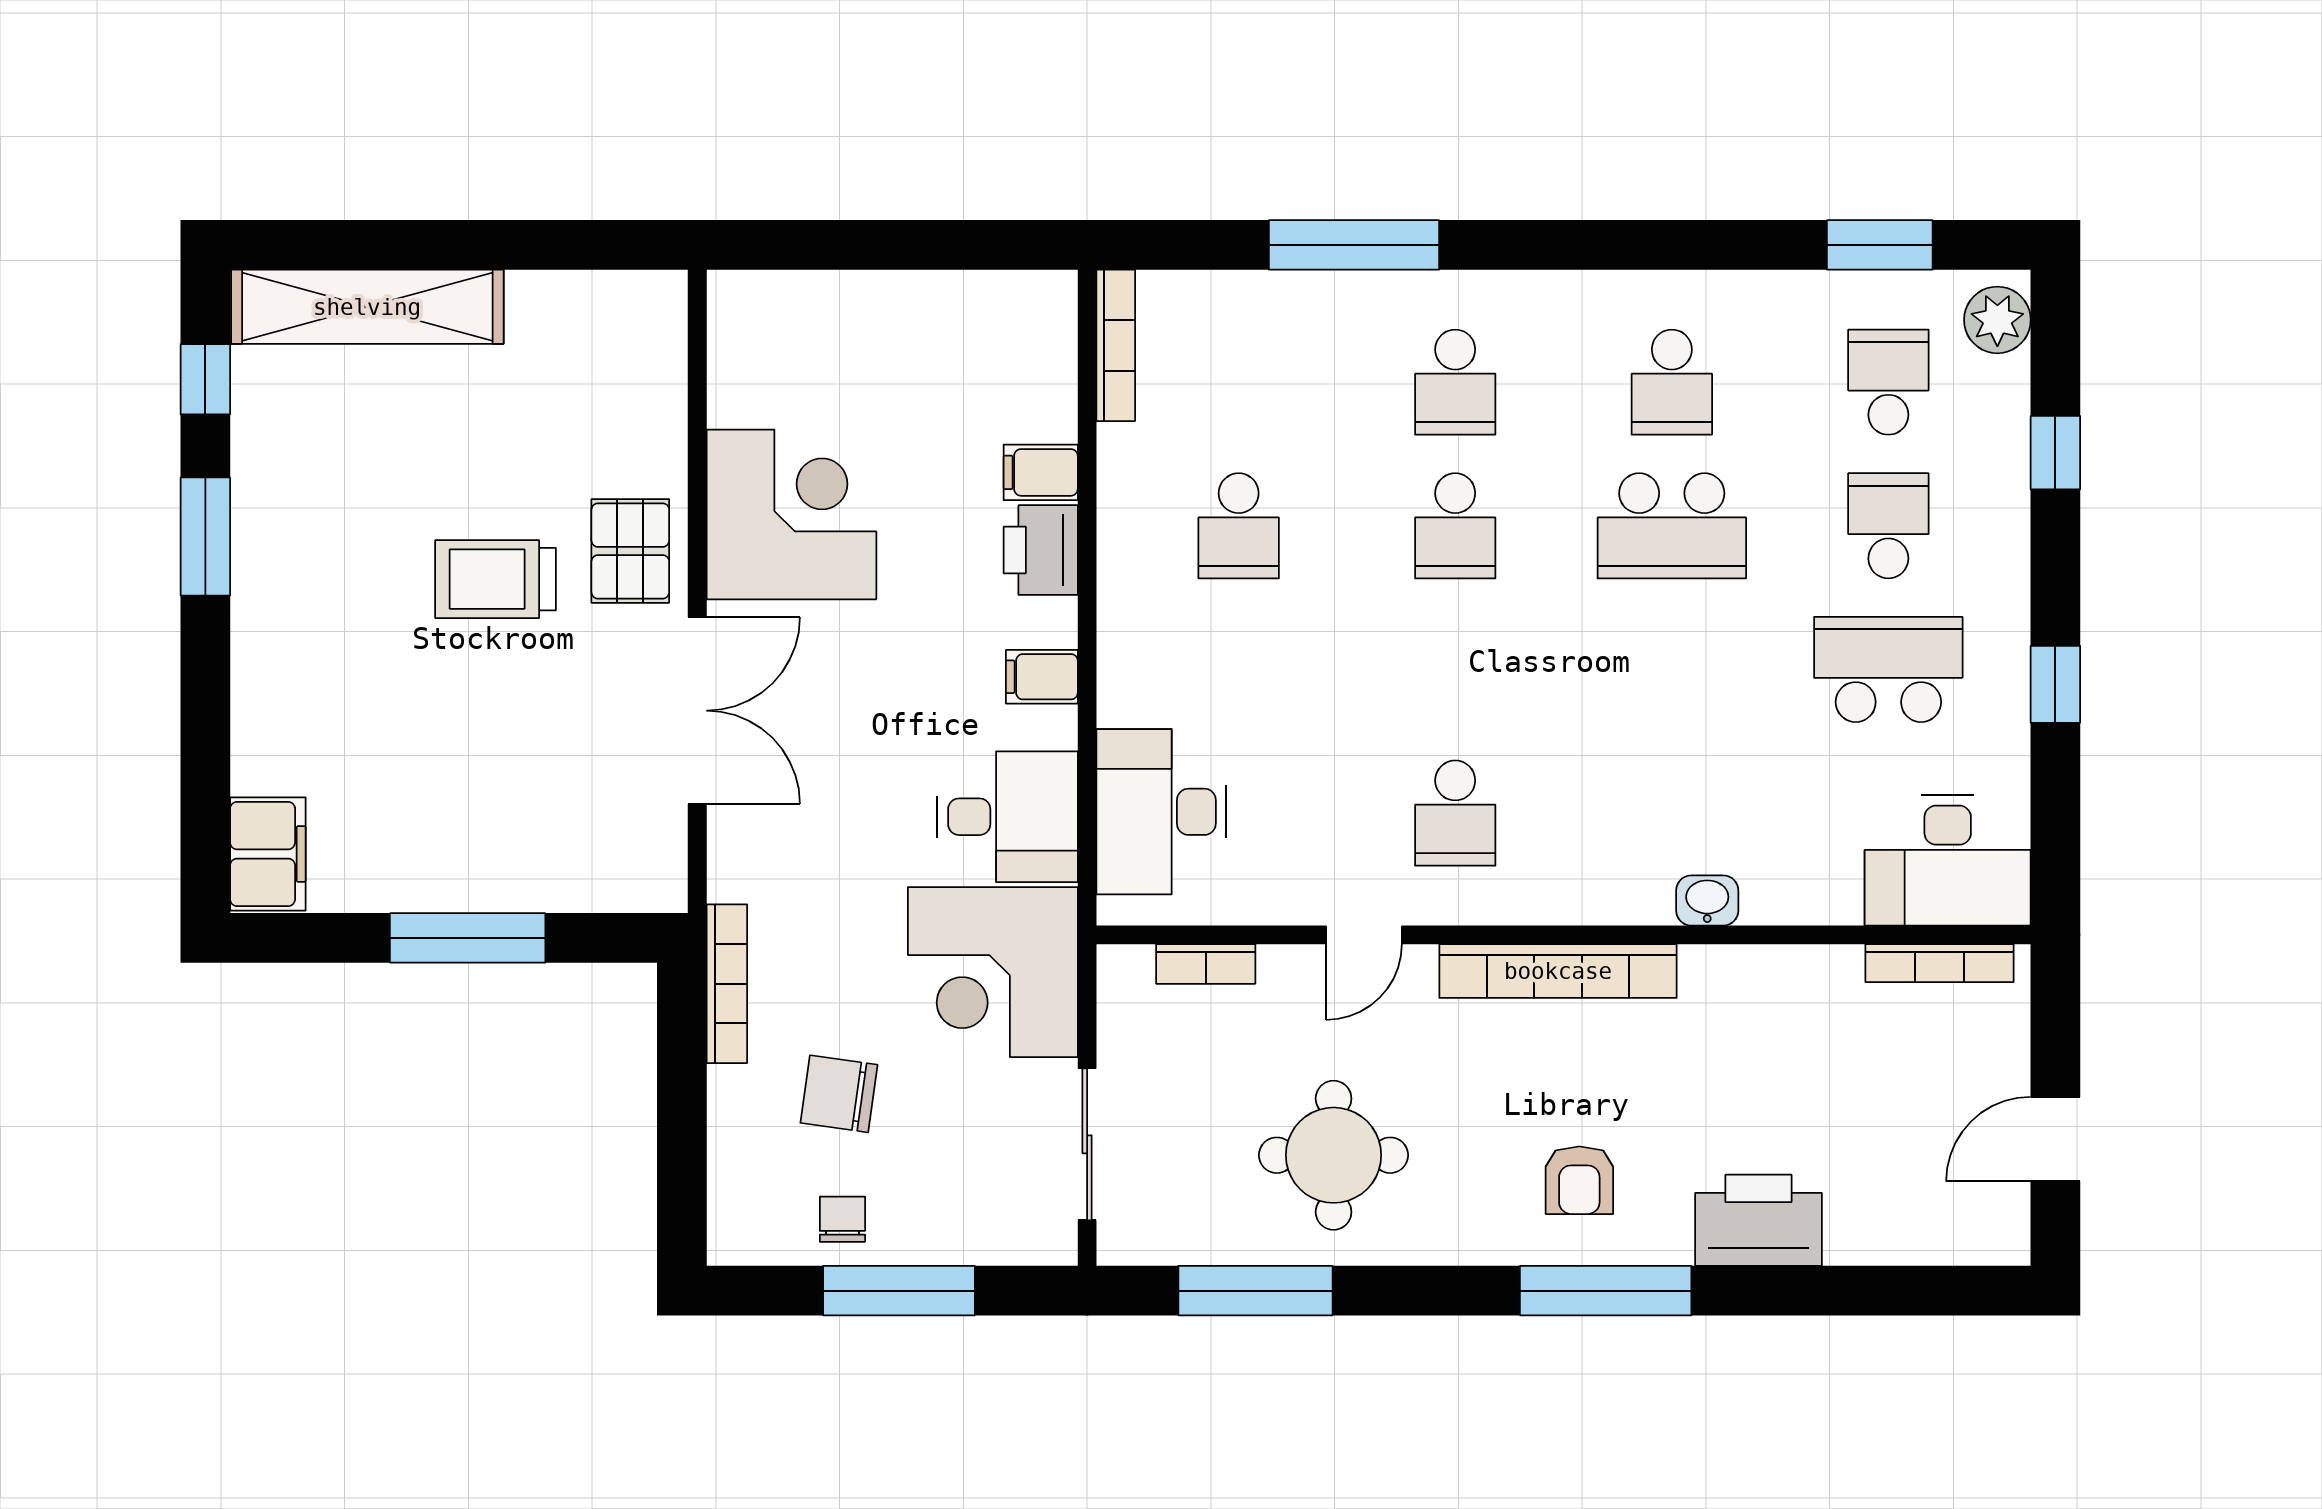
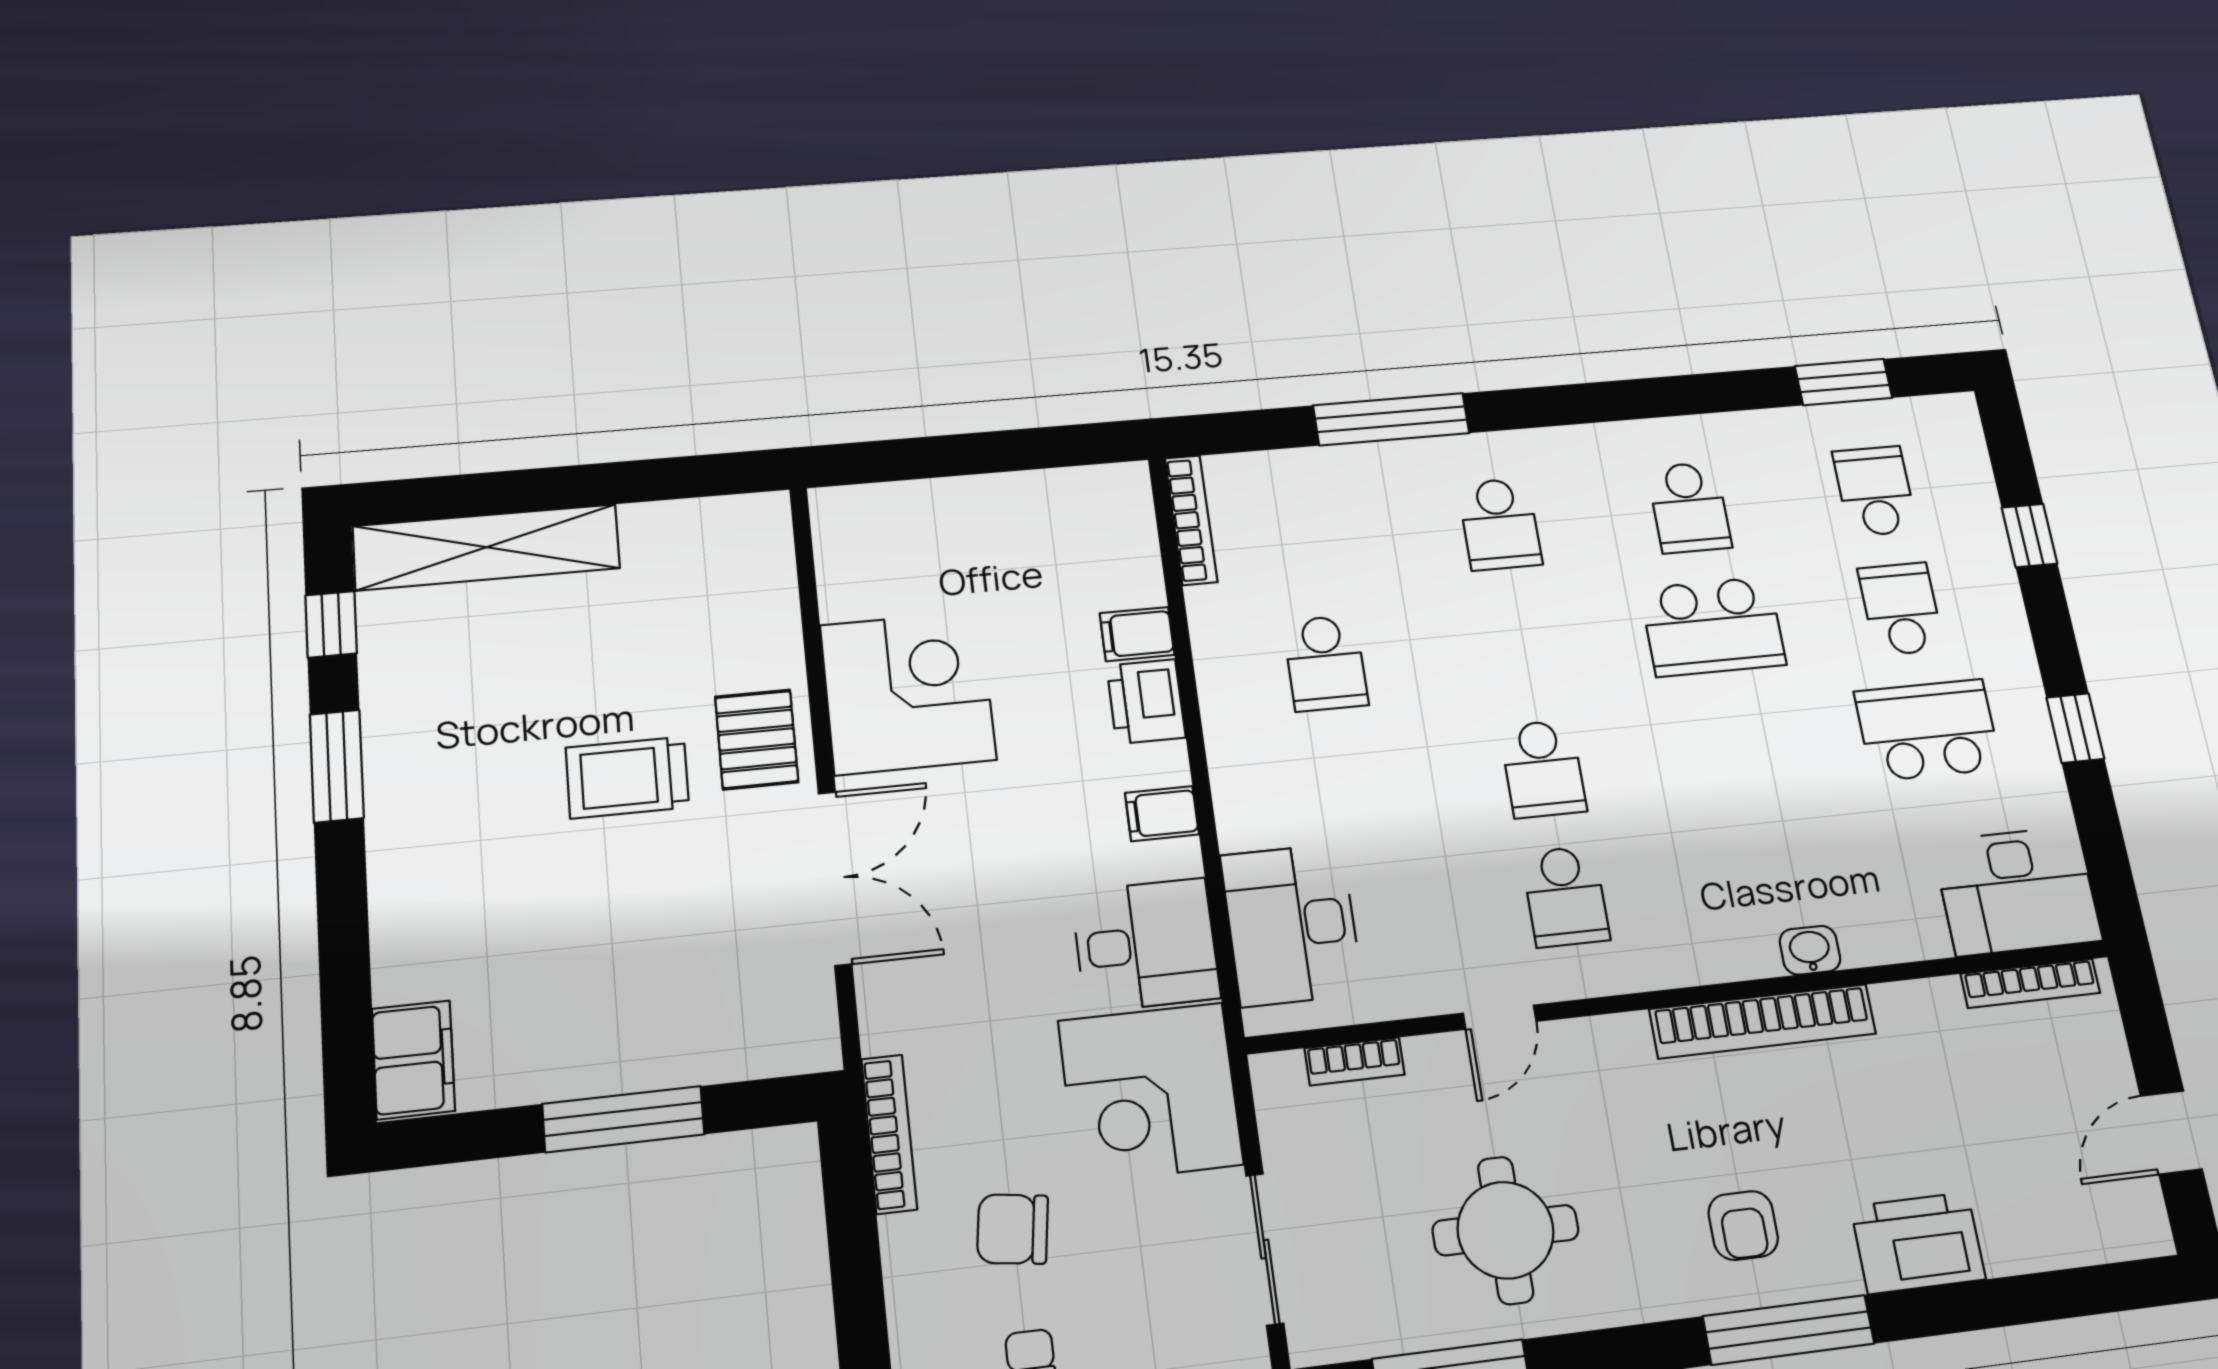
plant: (1997, 320) -> (1956, 433), removed
school desk: (1455, 526) -> (1543, 769), moved
bookcase: (1558, 971) -> (1763, 1021), moved

